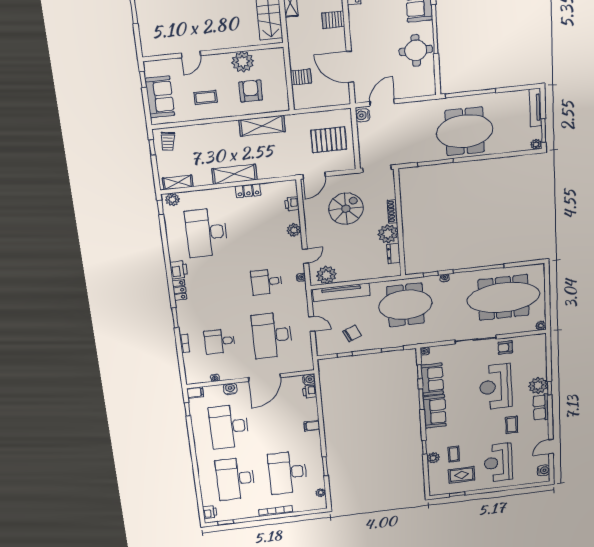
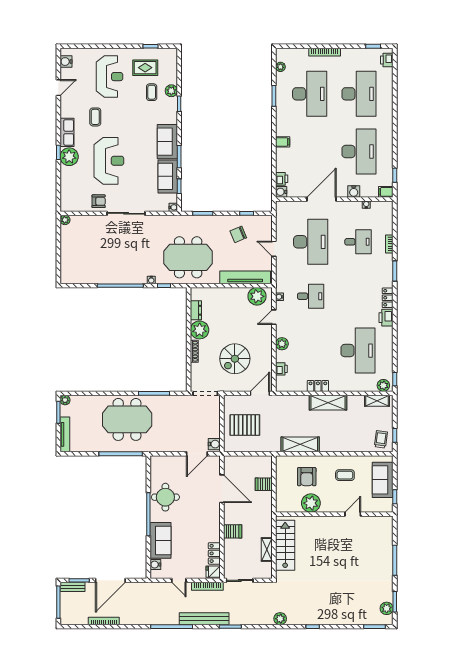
meeting table: (504, 298) -> (99, 253), removed

